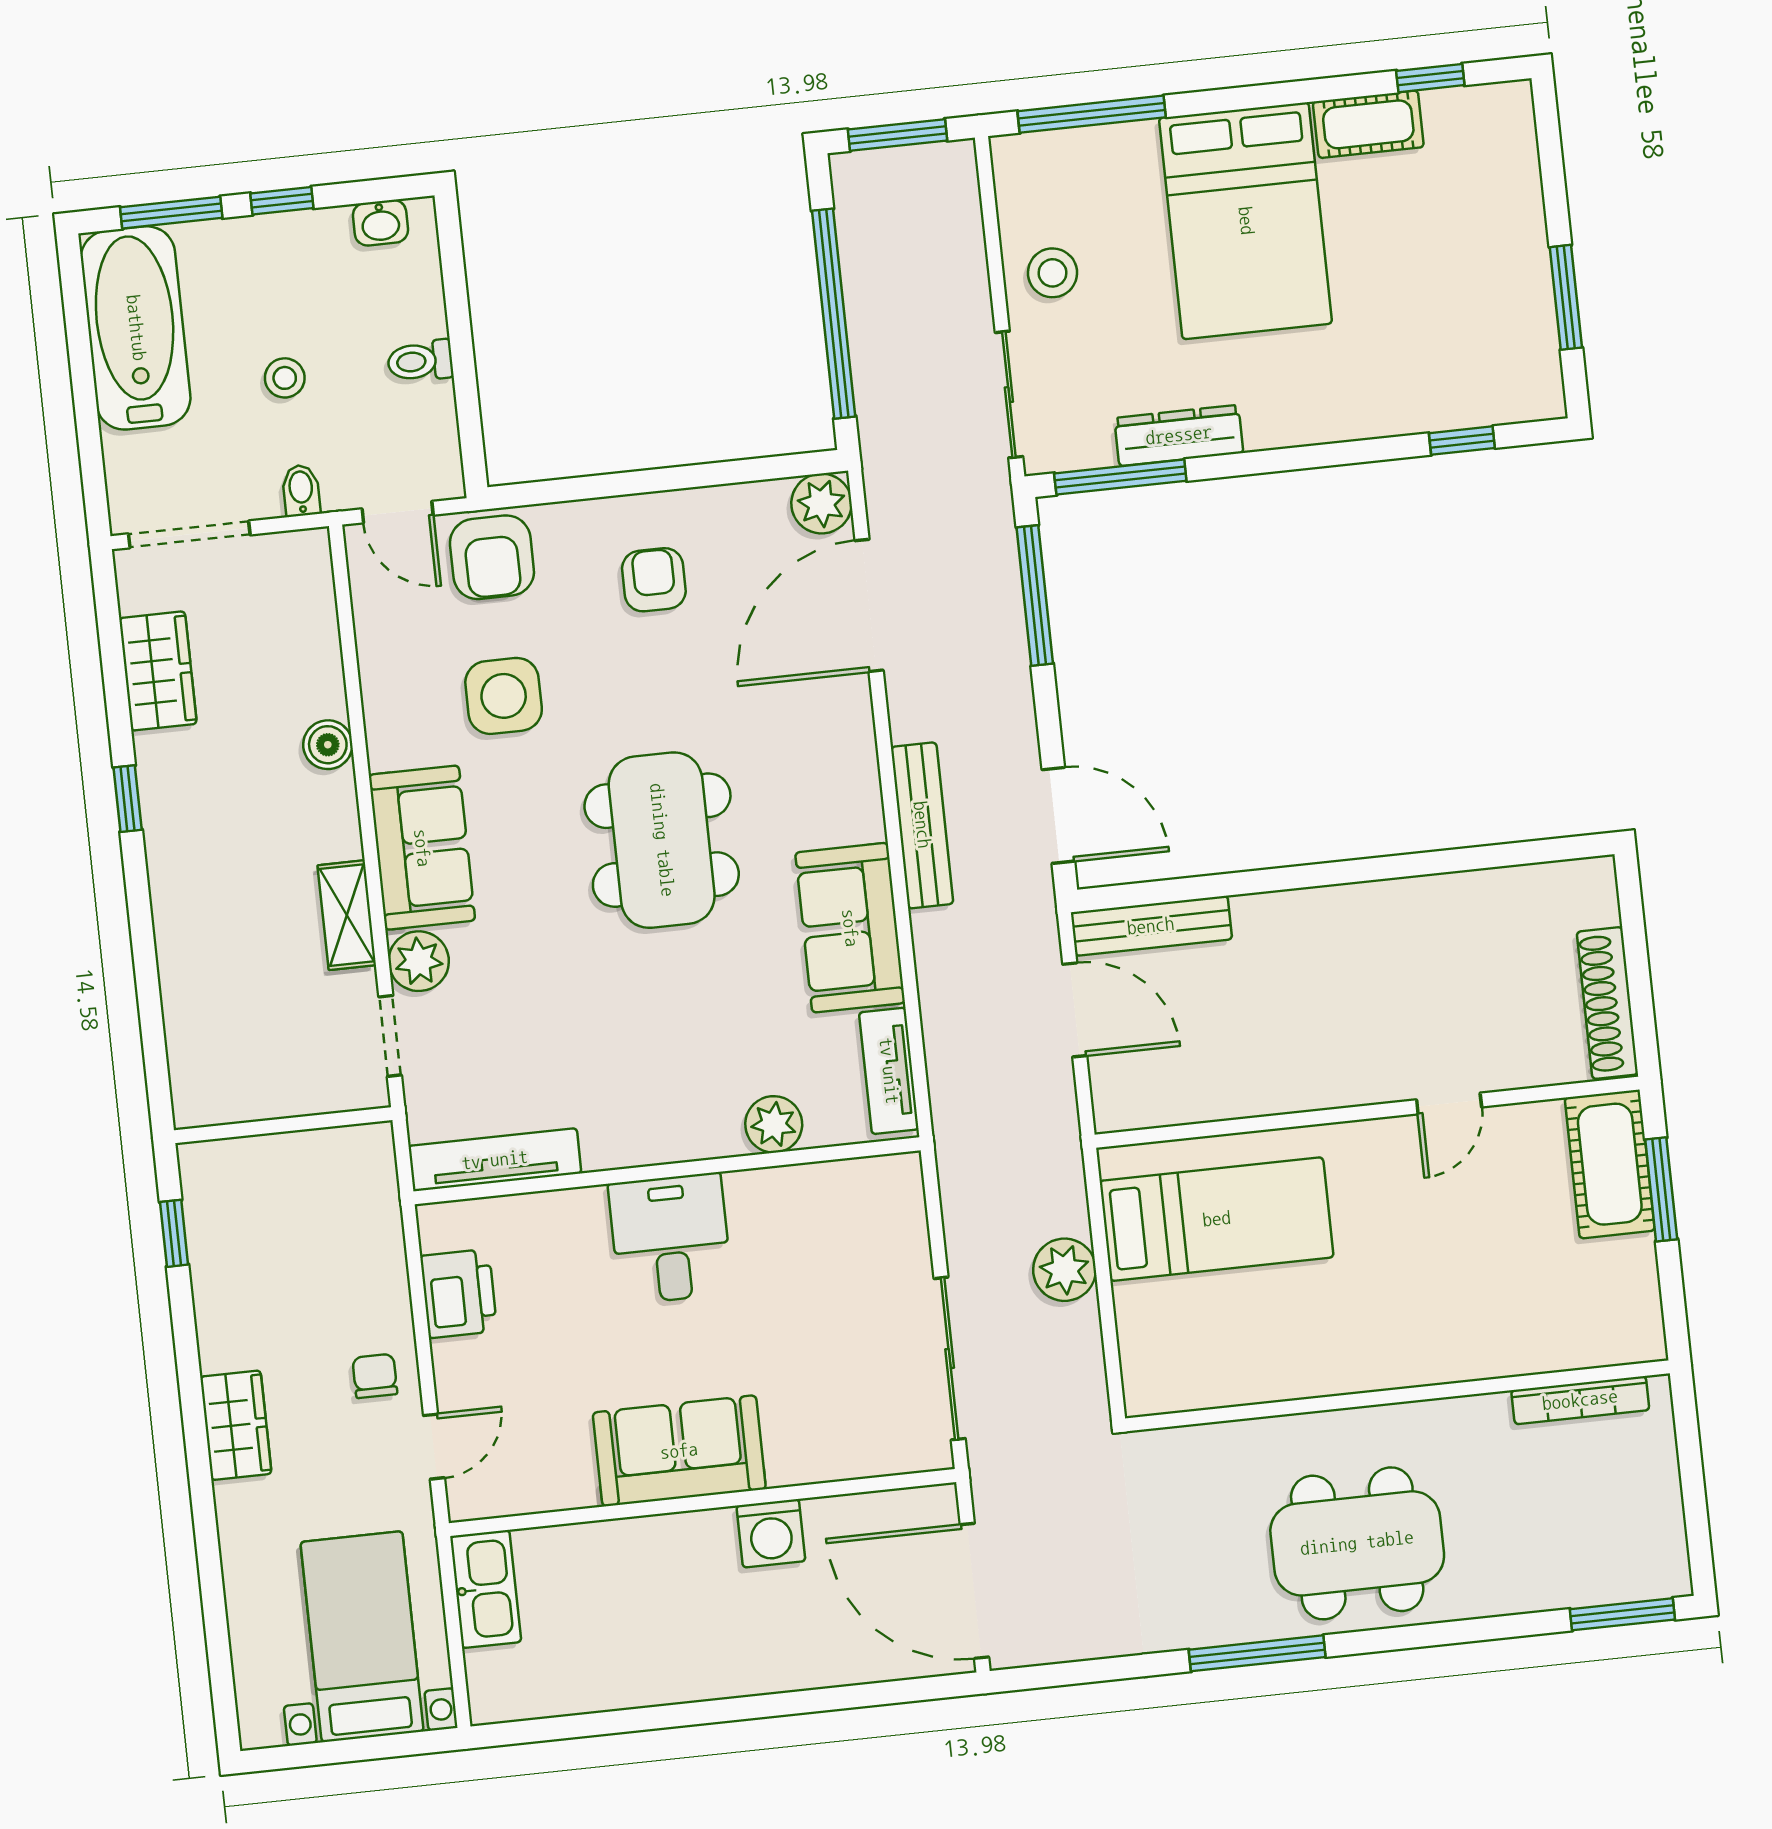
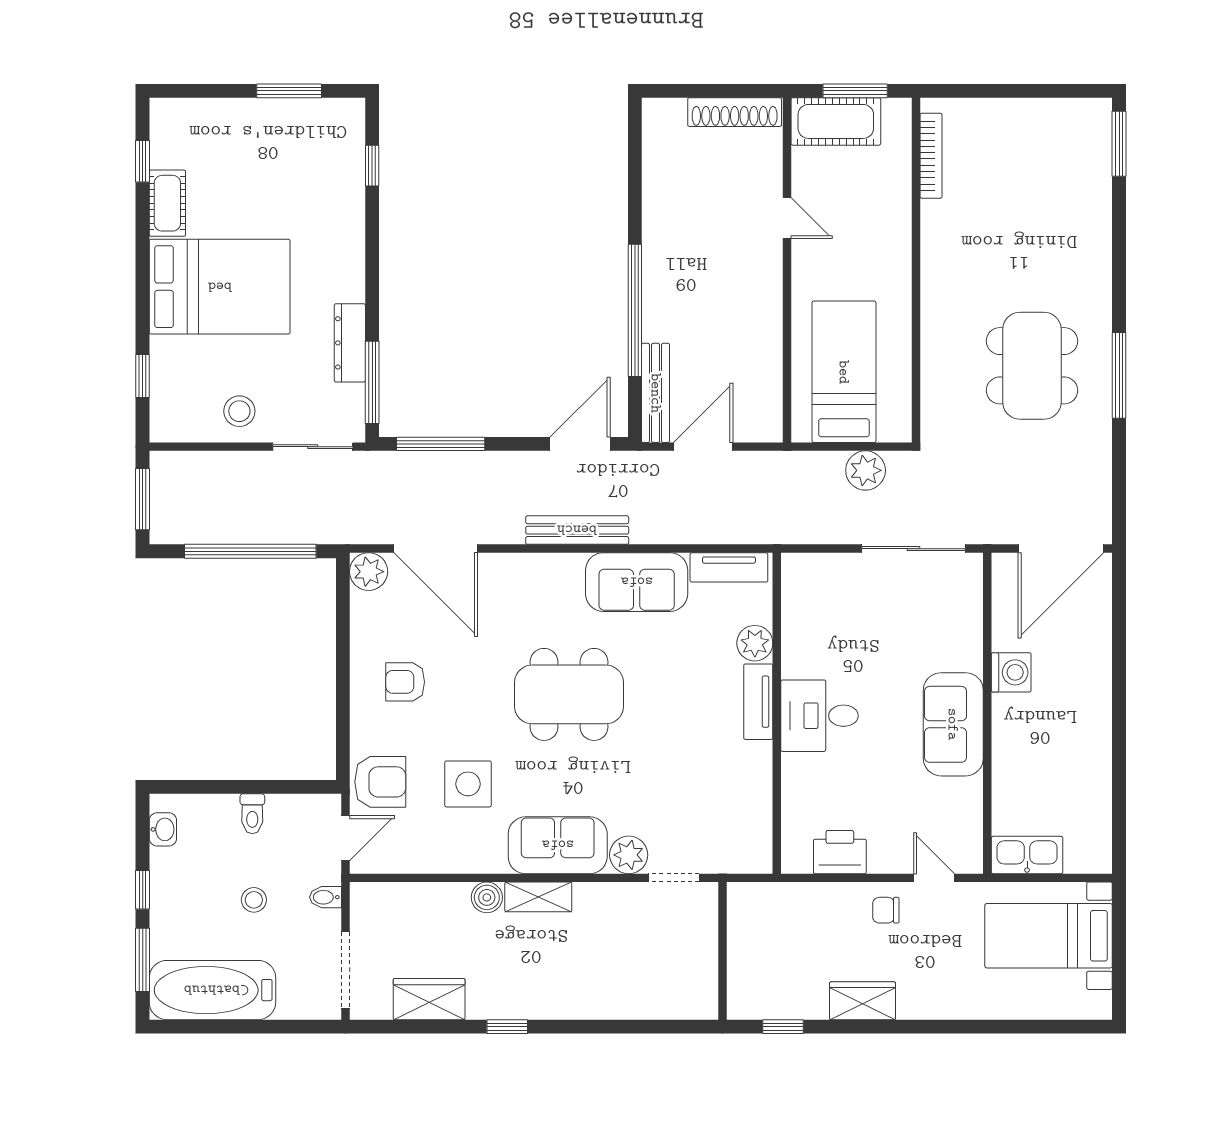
window: (1092, 114) -> (143, 376), width x0.46
window: (1278, 879) -> (635, 310), added
shelving: (347, 915) -> (538, 897), moved
tv unit: (495, 1160) -> (758, 702), moved, width x0.71
wall: (1397, 1396) -> (916, 270), moved
bookcase: (1580, 1400) -> (931, 156), moved
wardrobe: (236, 1425) -> (863, 1001), moved
dining table: (1357, 1543) -> (1032, 366), moved

